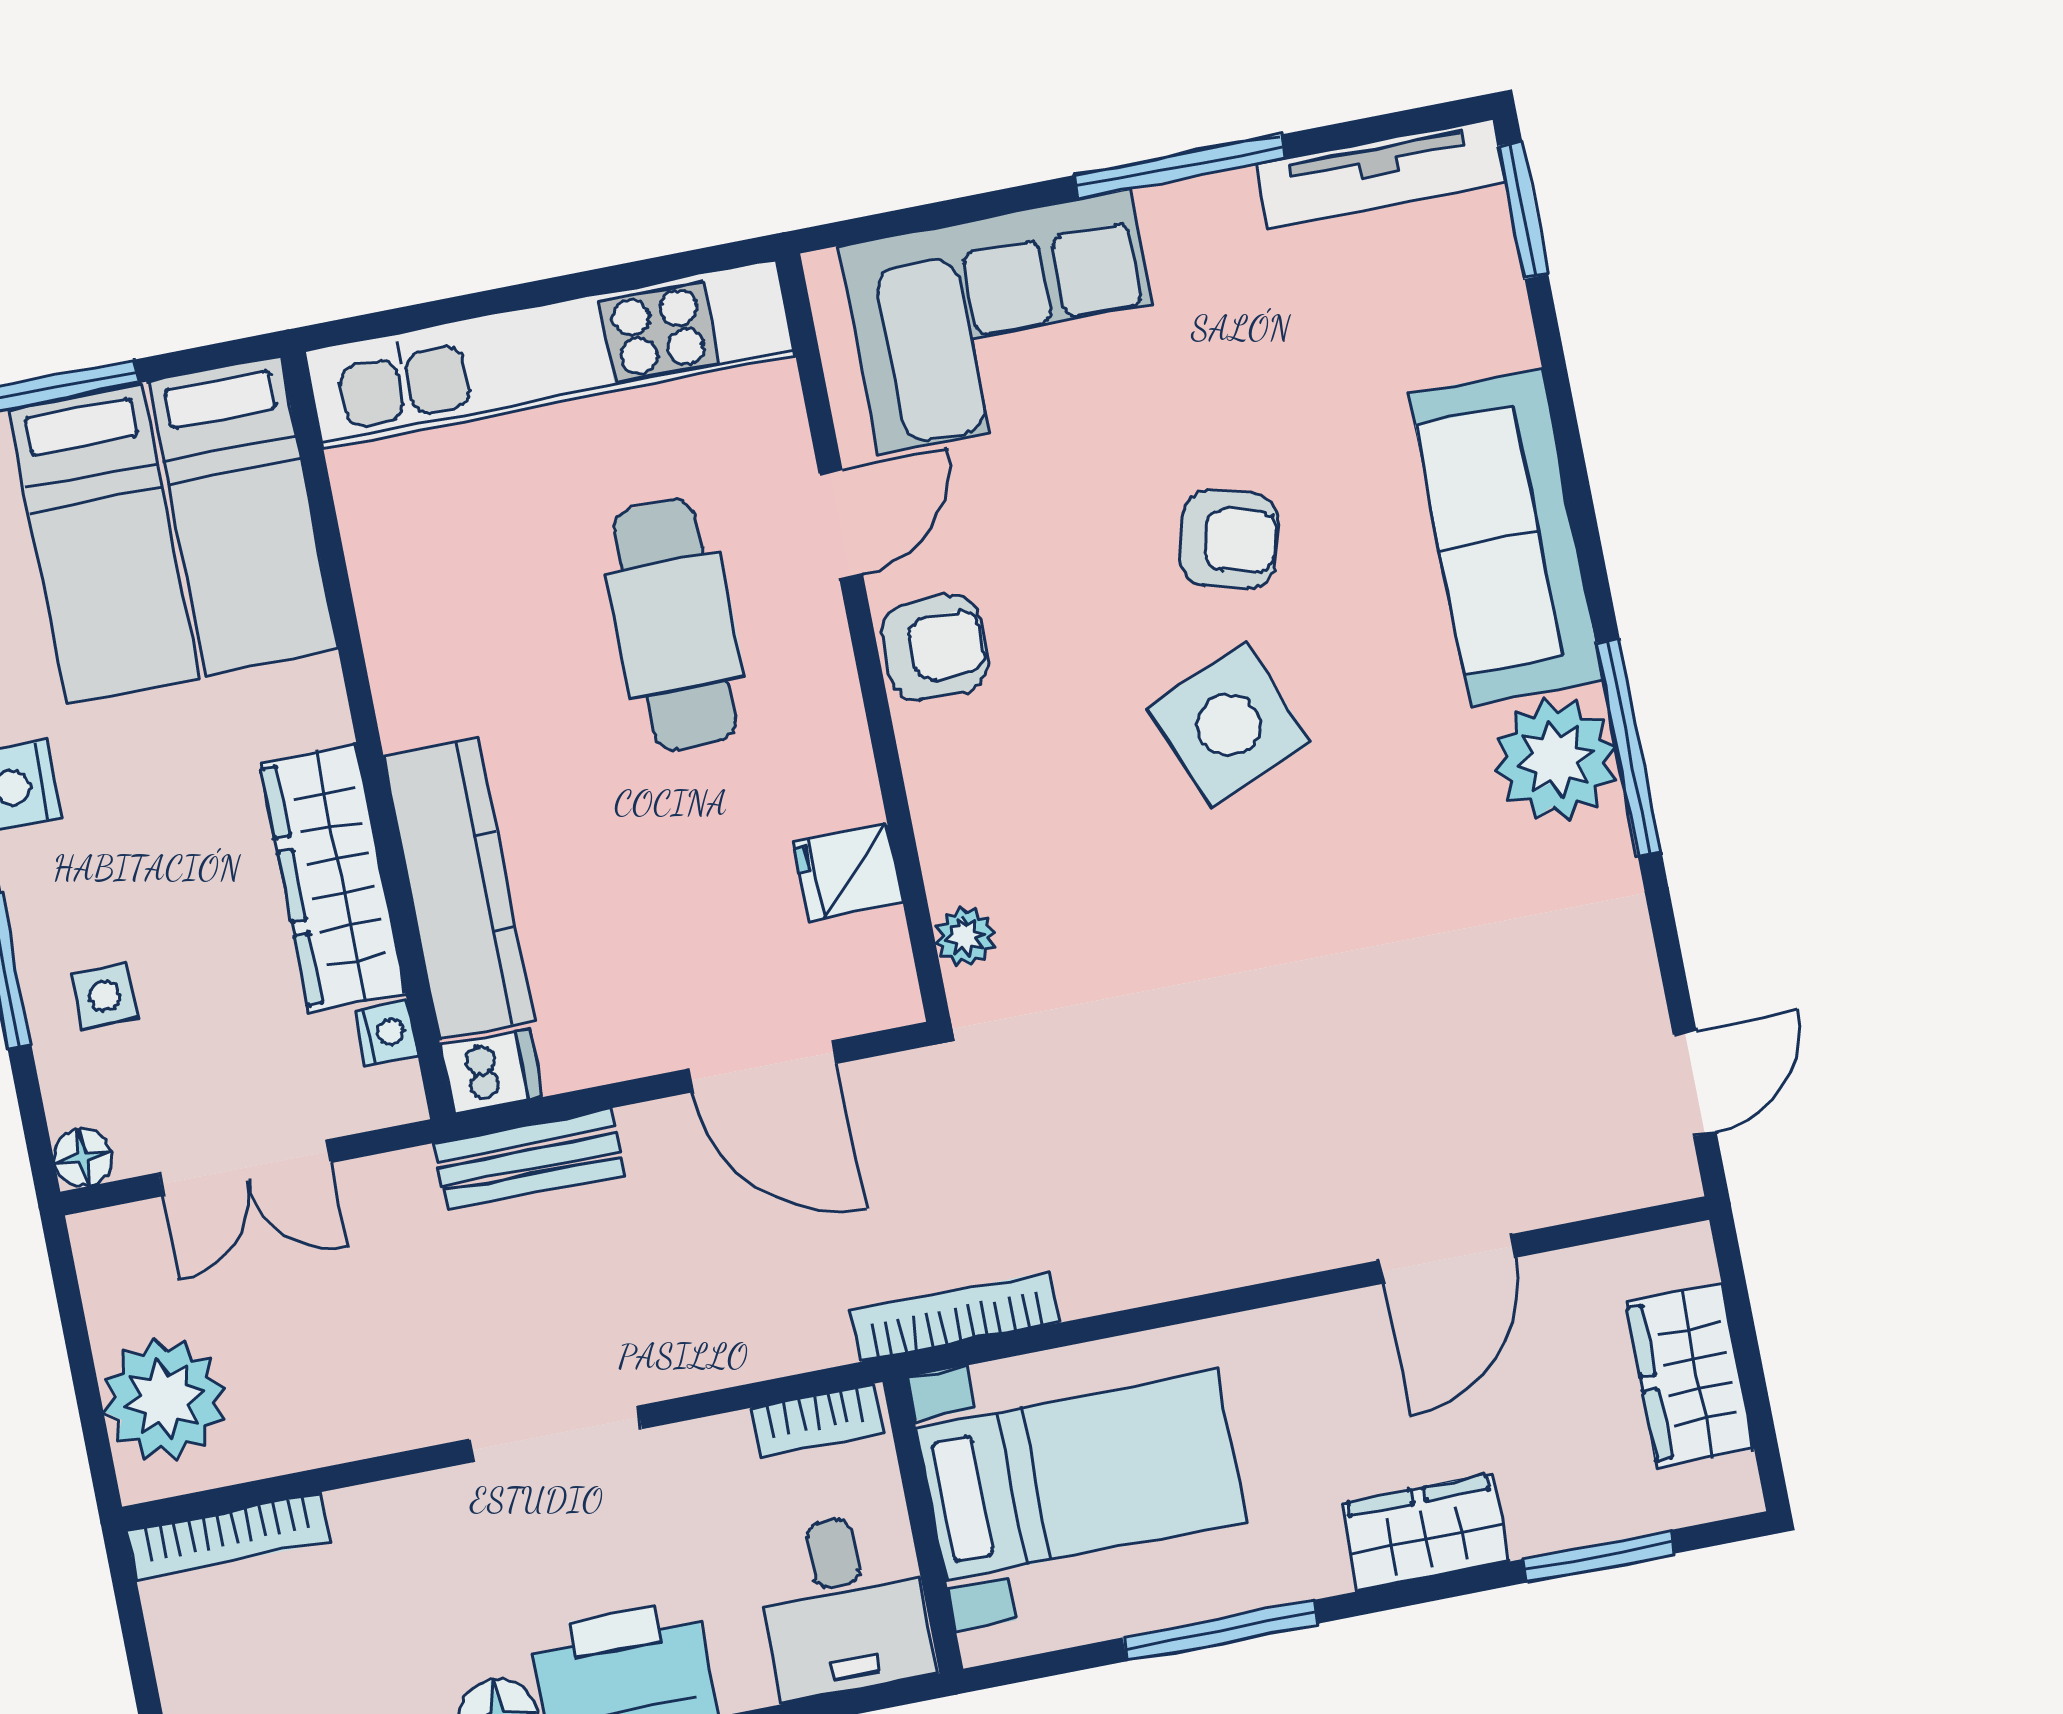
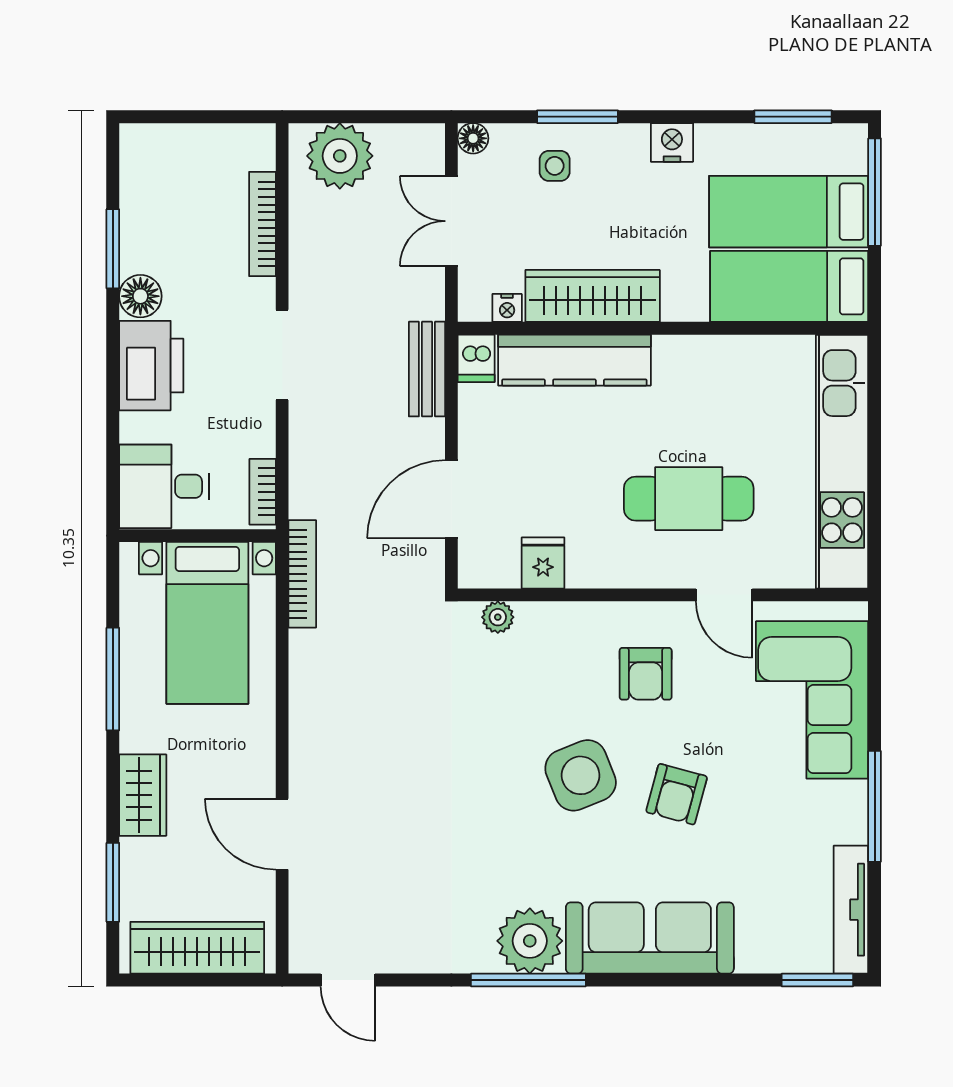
armchair: (935, 648) -> (646, 674), moved
wardrobe: (1690, 1375) -> (197, 948), width x1.50
bookcase: (229, 1536) -> (262, 224), moved

